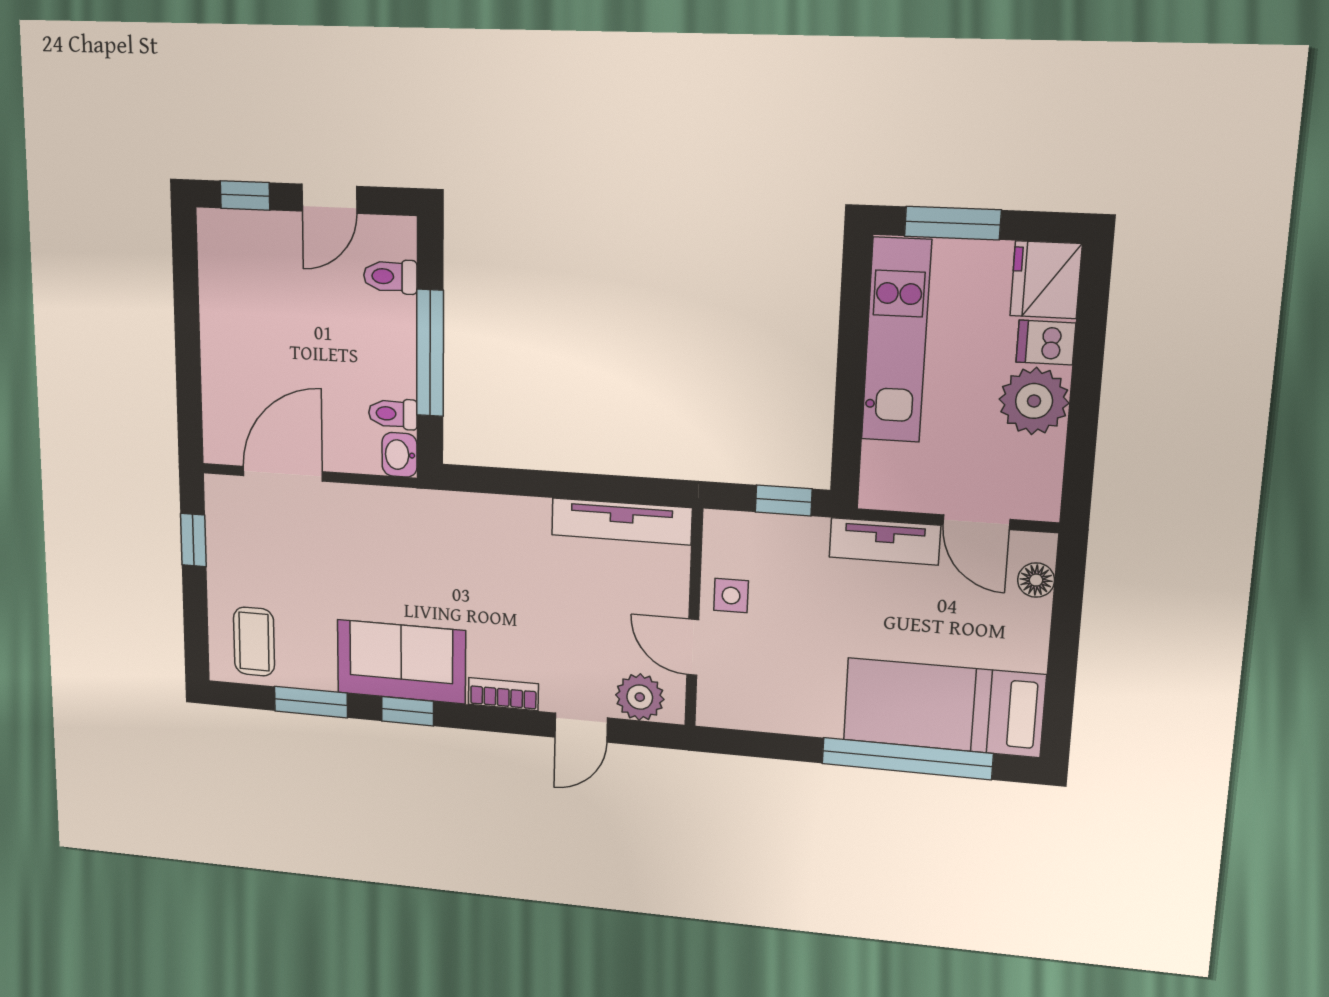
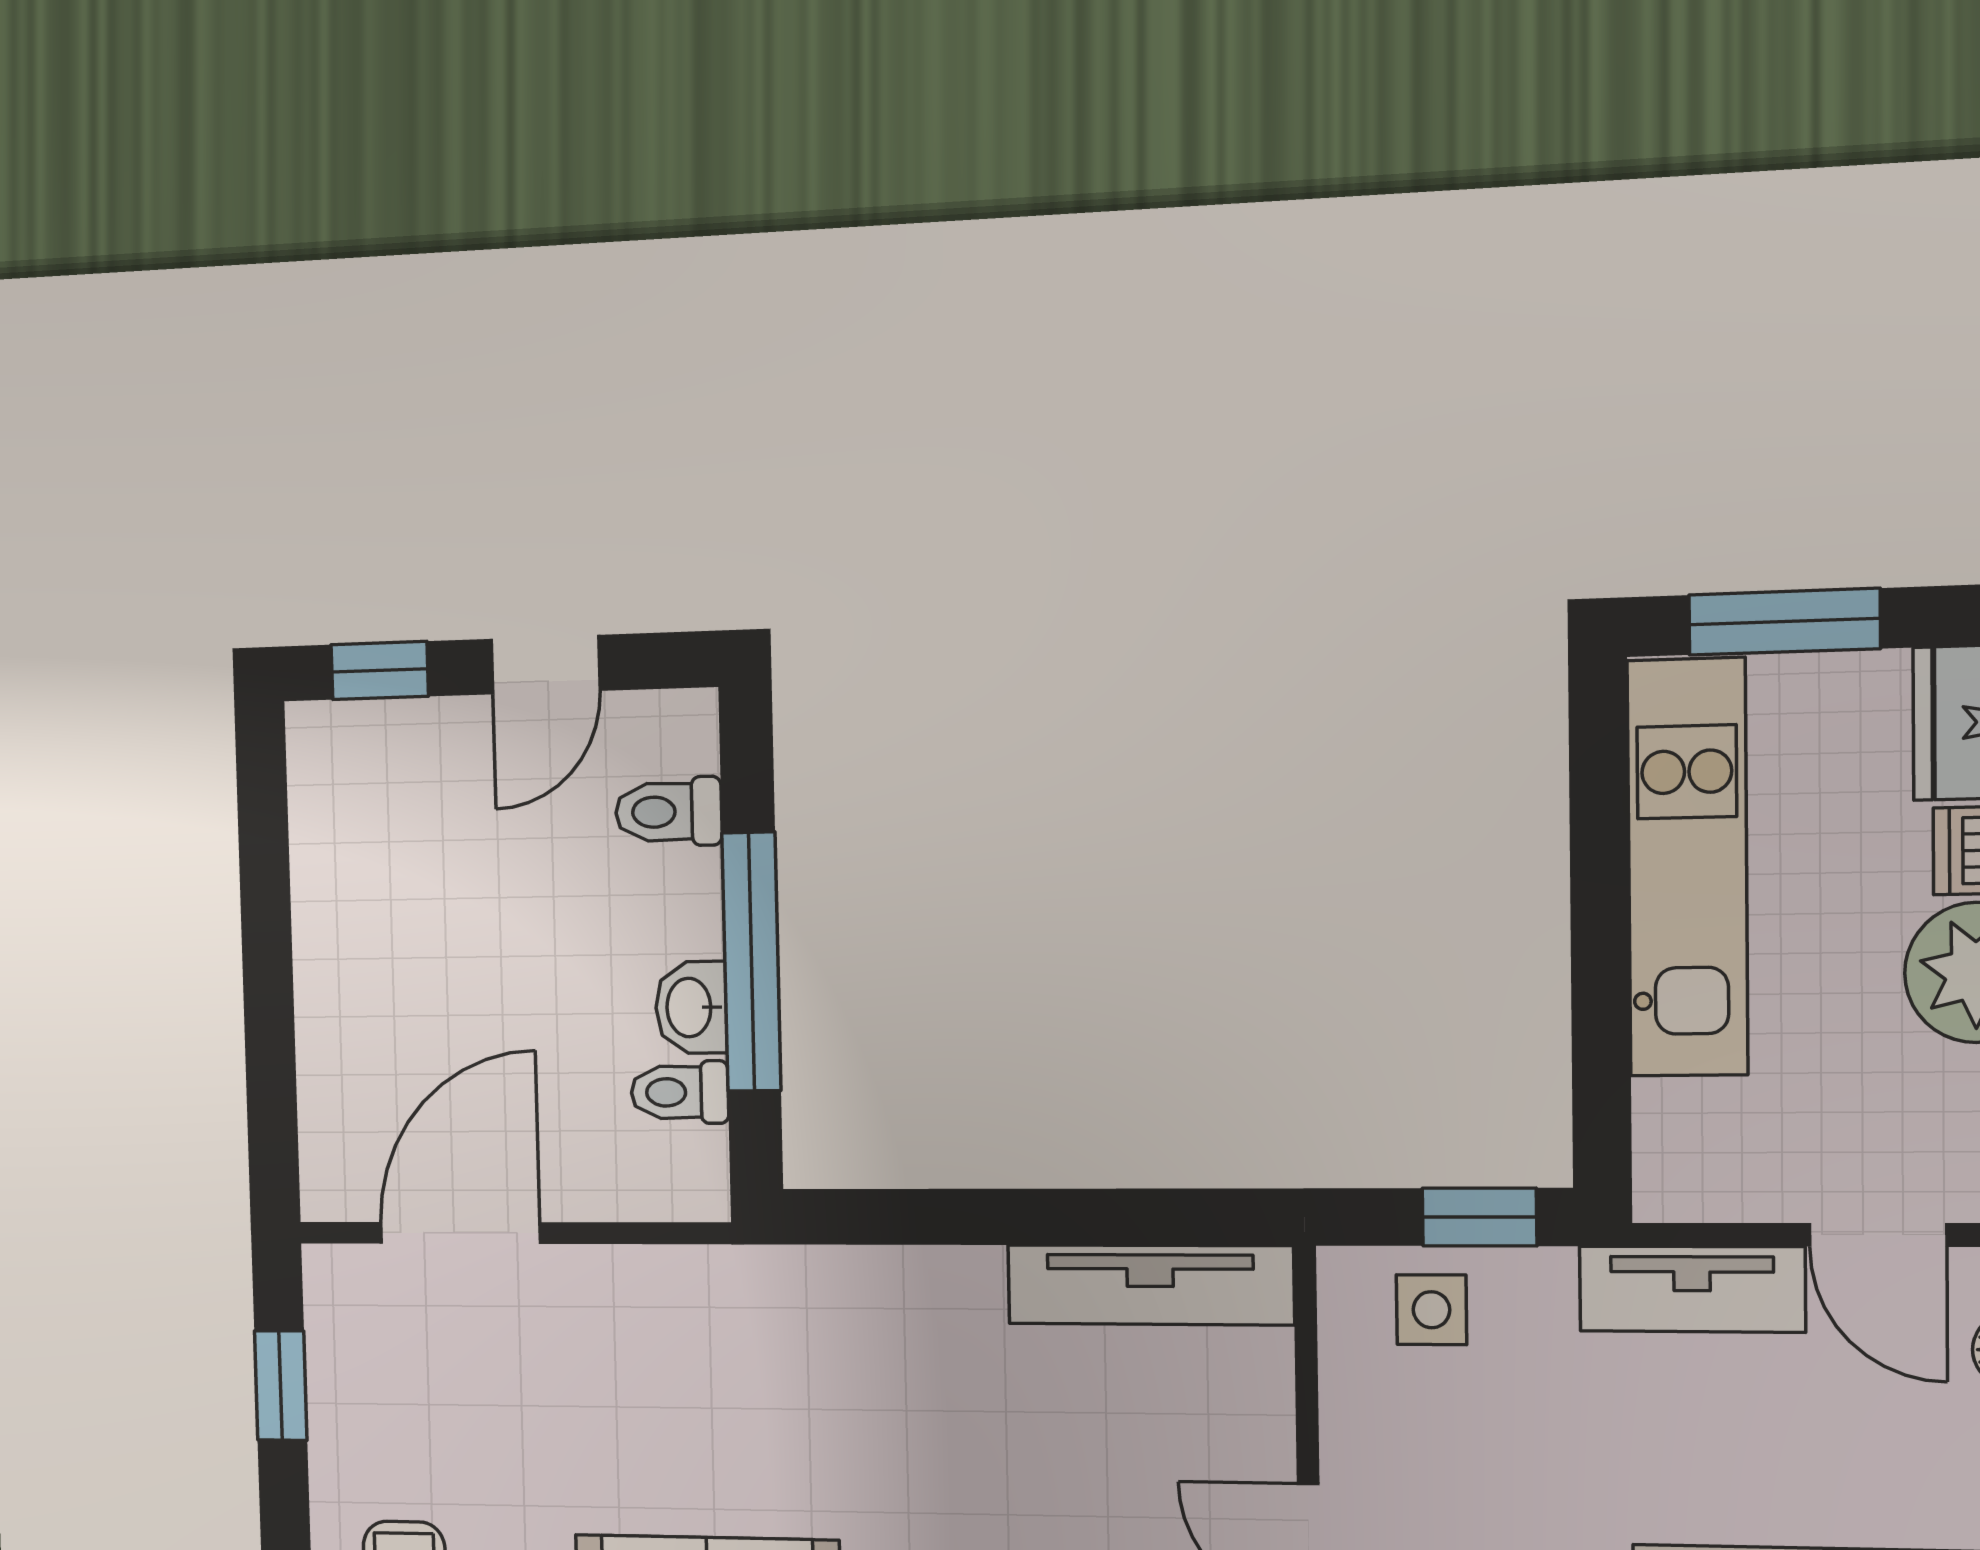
washbasin: (400, 455) -> (691, 1007), moved
side table: (731, 596) -> (1431, 1310), moved

